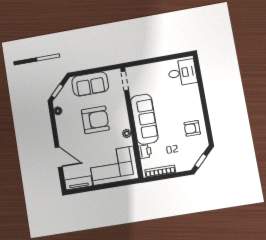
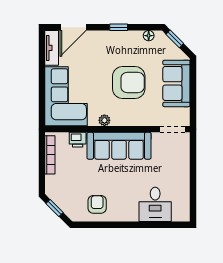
desk: (182, 73) -> (155, 204), moved
armchair: (95, 120) -> (129, 82), turned -90
window: (55, 134) -> (119, 27), added
door: (59, 157) -> (73, 27), moved

